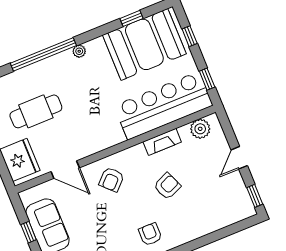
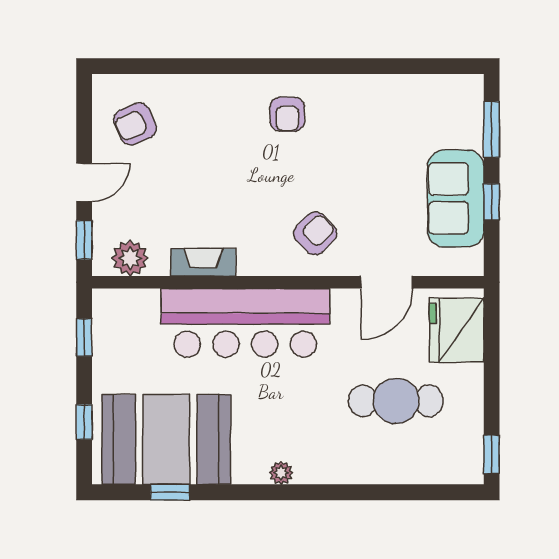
window: (43, 54) -> (344, 492), removed
bar counter: (163, 106) -> (245, 323), moved
door: (65, 170) -> (387, 282), swing flipped
armchair: (167, 186) -> (135, 124), moved
window: (255, 196) -> (84, 240), moved

